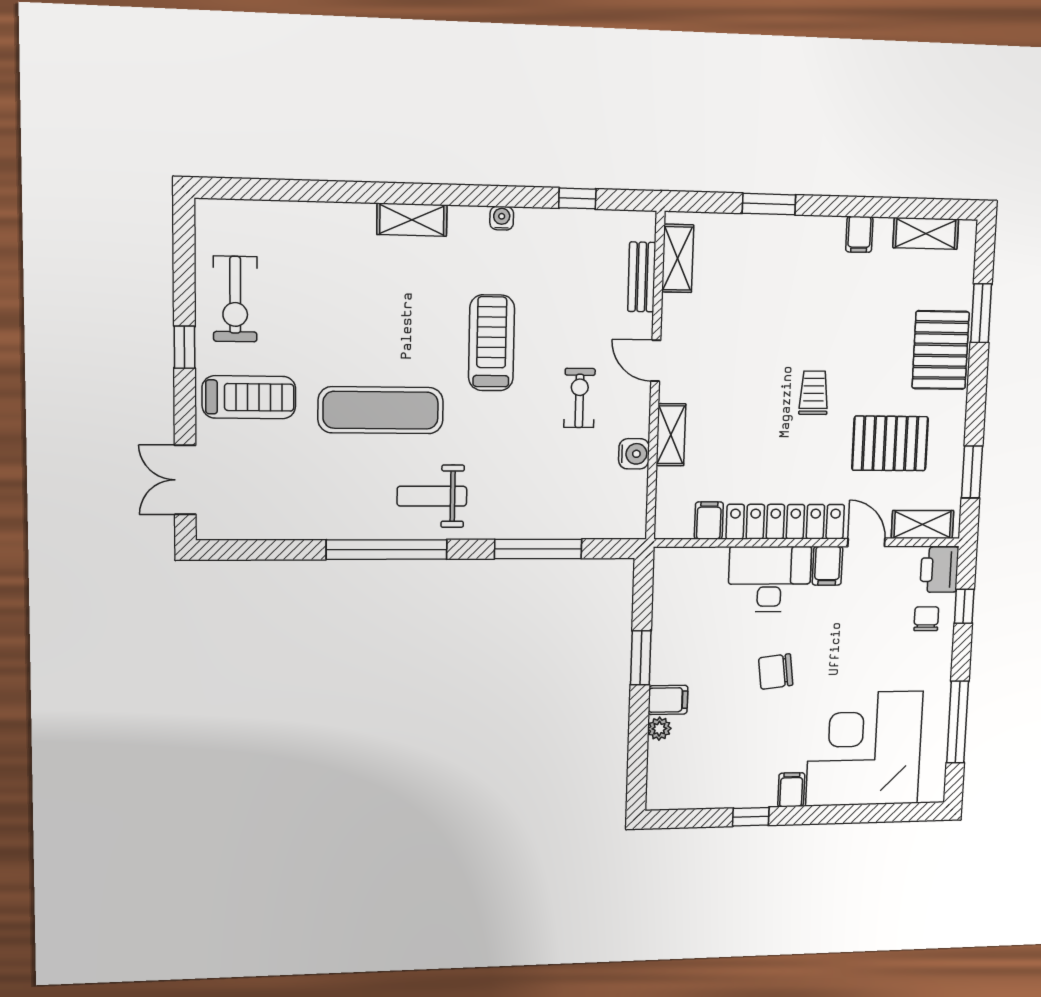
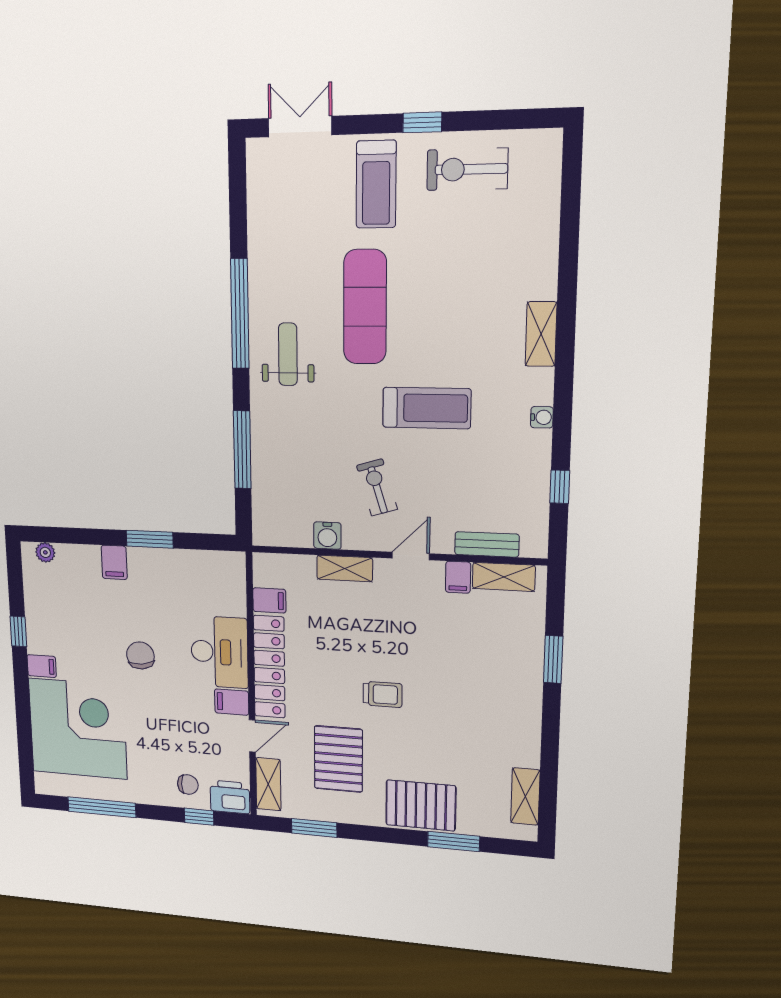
filing cabinet: (859, 234) -> (458, 577), moved, turned -90
exercise bike: (579, 398) -> (377, 487), turned -107
plant: (659, 729) -> (45, 552), moved

